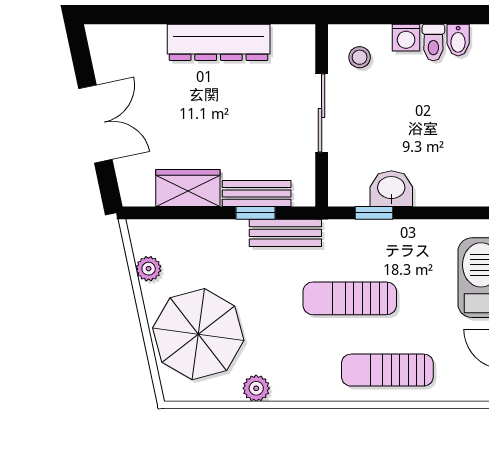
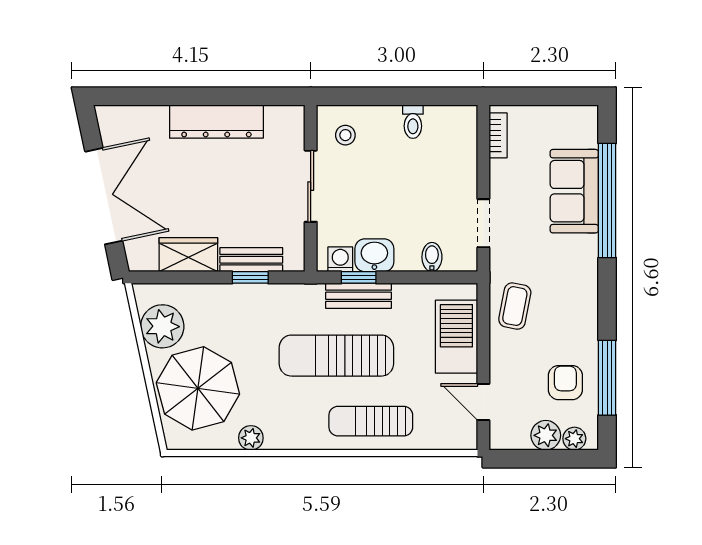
washing machine: (406, 38) -> (340, 259), moved, turned 180
bidet: (458, 40) -> (432, 257), moved, turned 180
double door: (95, 124) -> (104, 196), width x1.37
bench: (285, 233) -> (359, 296), moved
plant: (149, 269) -> (162, 326), width x1.87, depth x1.87
sun lounger: (350, 298) -> (336, 356), width x1.36, depth x1.34

